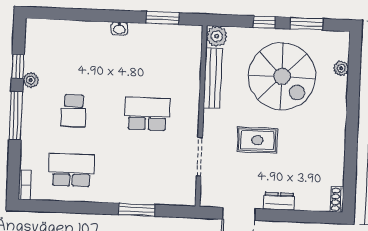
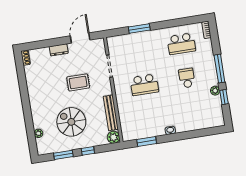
spiral stairs: (282, 76) -> (71, 122), width x0.73, depth x0.73

